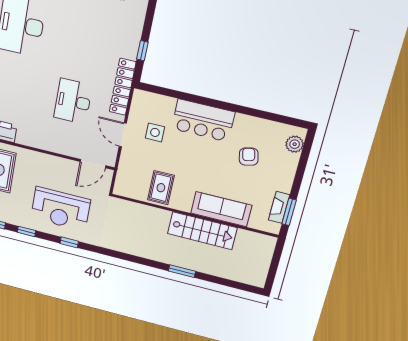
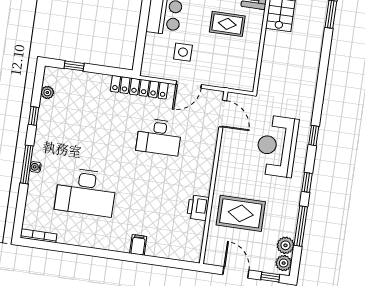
window: (142, 51) -> (74, 66), moved
rug: (161, 188) -> (227, 24), moved
reception desk: (61, 209) -> (277, 146), turned 180

